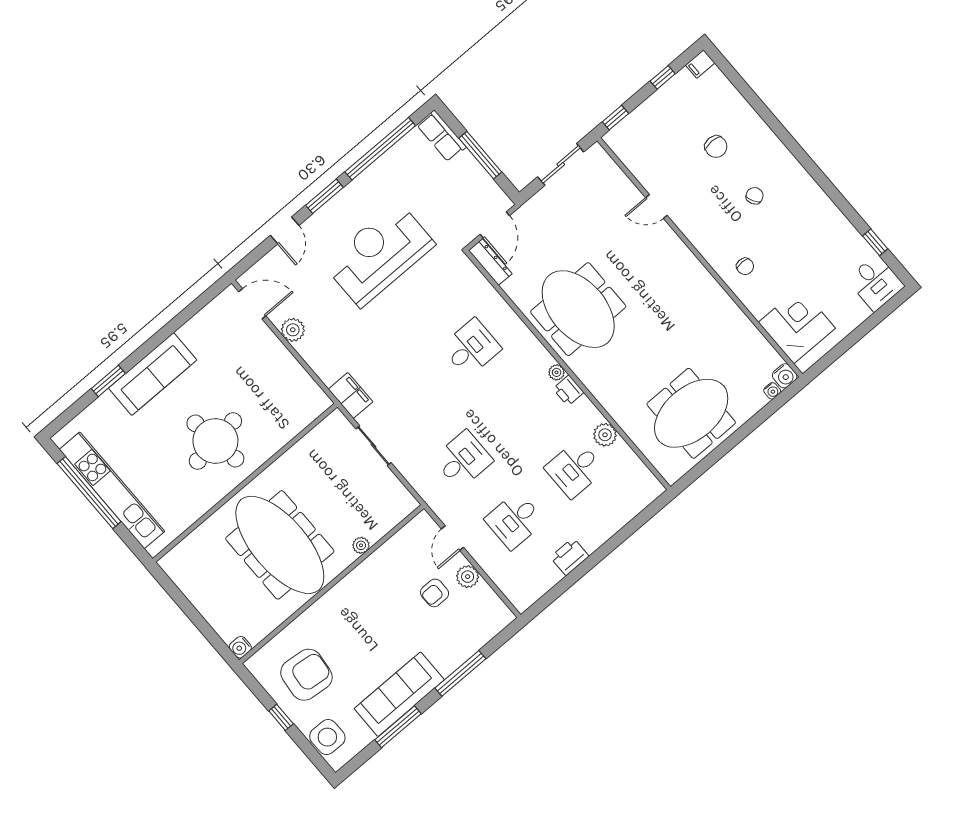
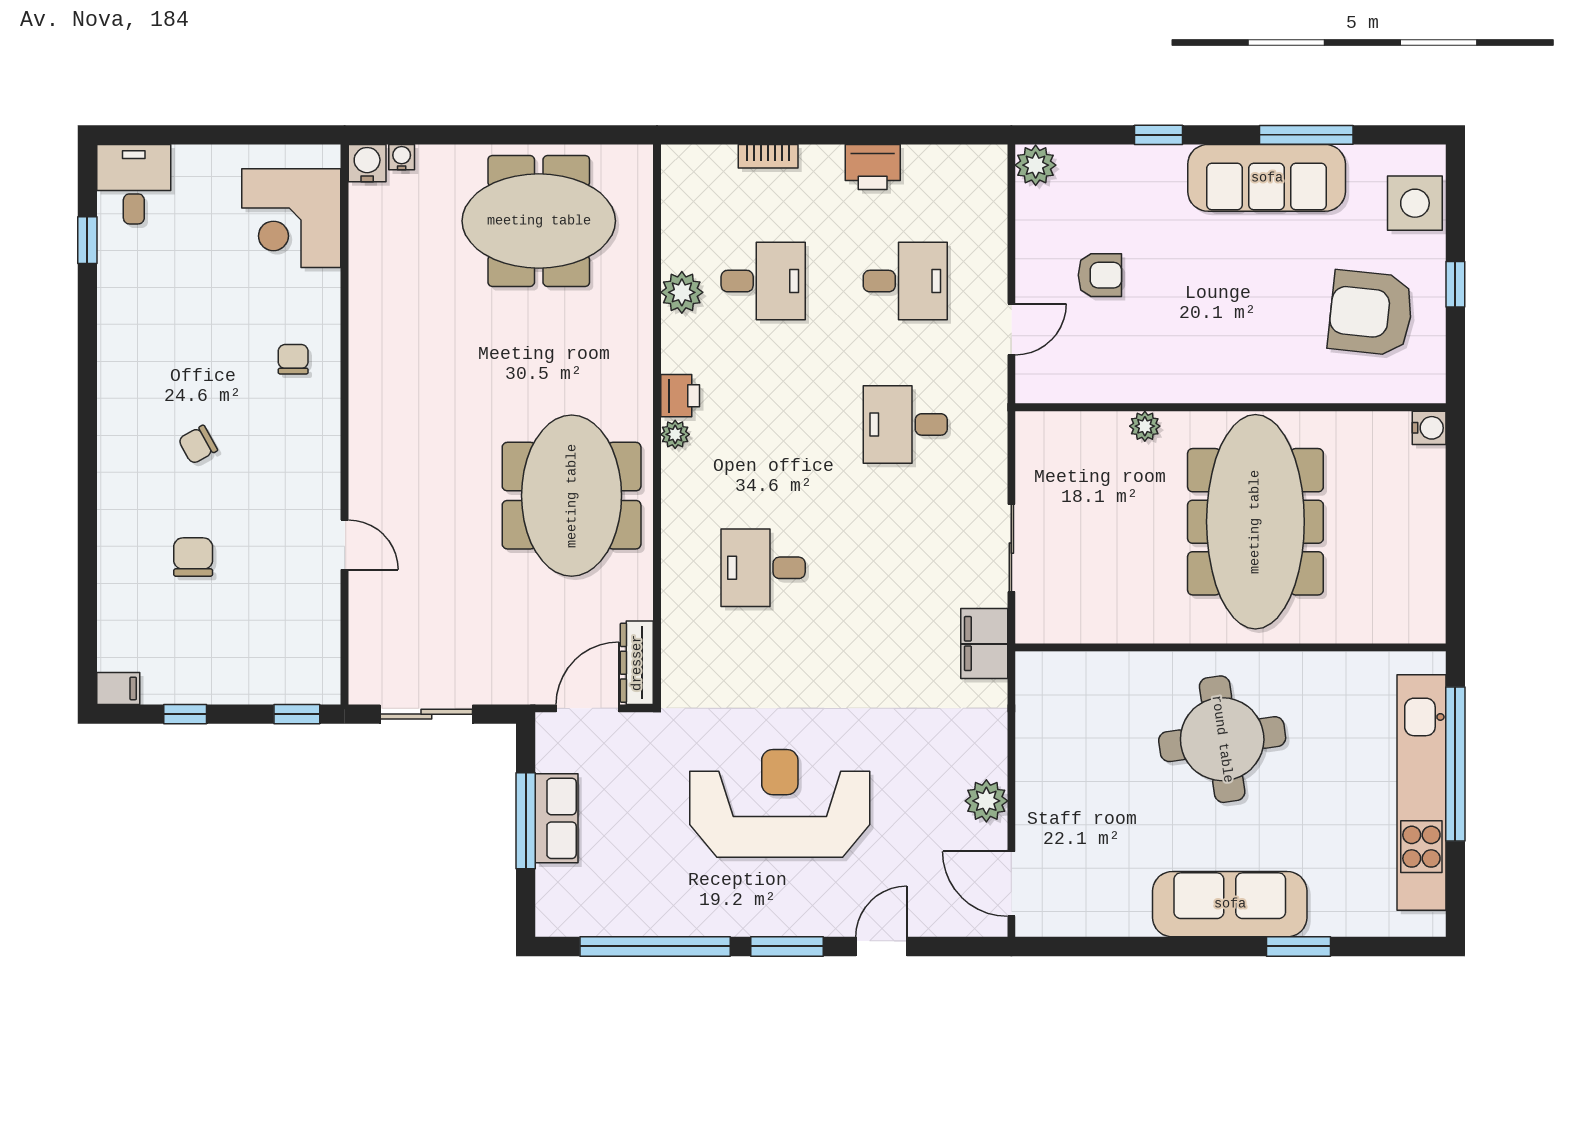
row of seats: (441, 136) -> (556, 818), moved
reception desk: (379, 254) -> (780, 803), turned 180
window: (89, 493) -> (1455, 764), moved
bookcase: (618, 523) -> (768, 156), added
plant: (468, 577) -> (1036, 165), moved
window: (460, 673) -> (1159, 135), width x0.46

